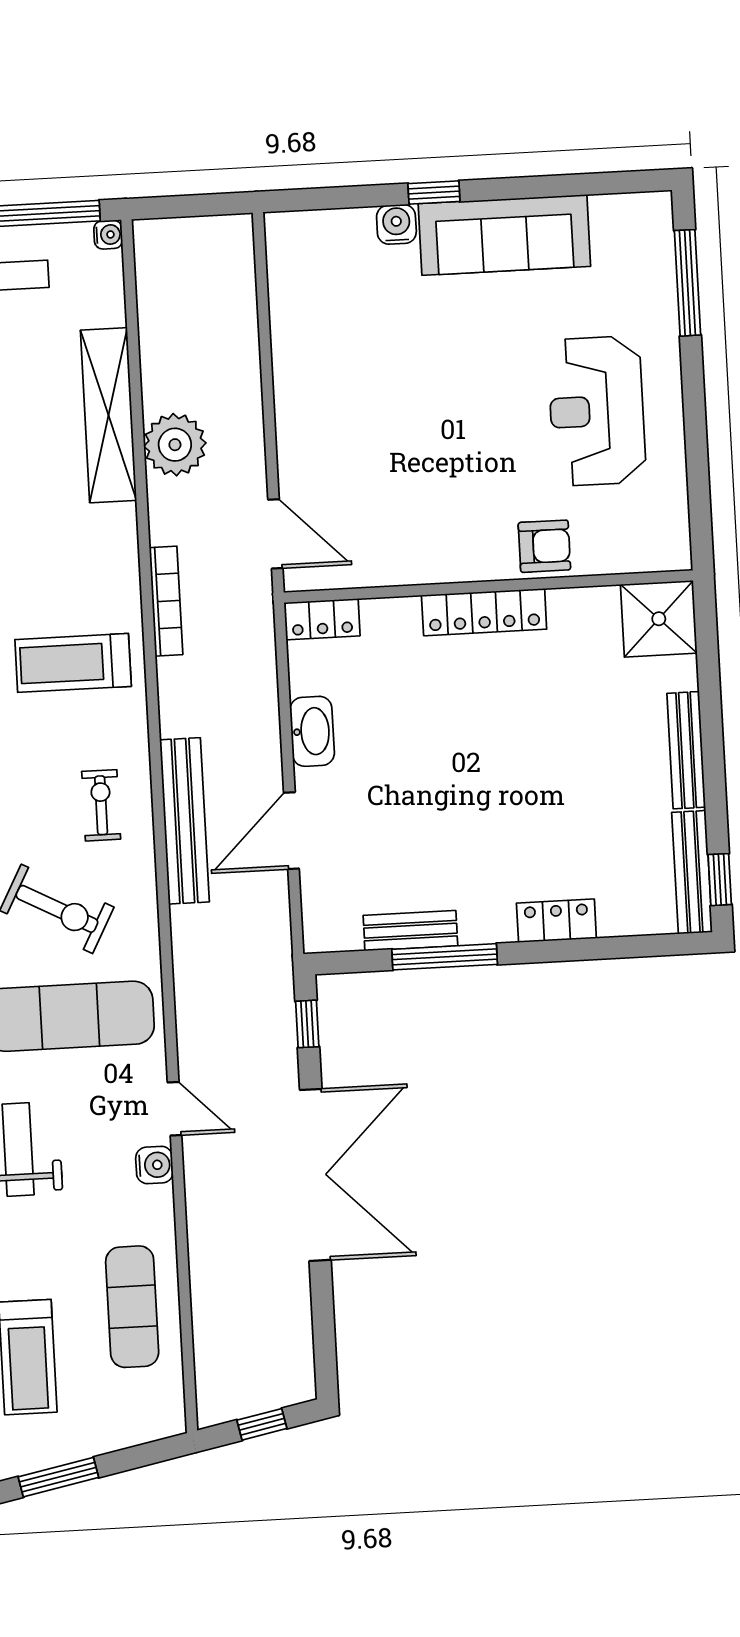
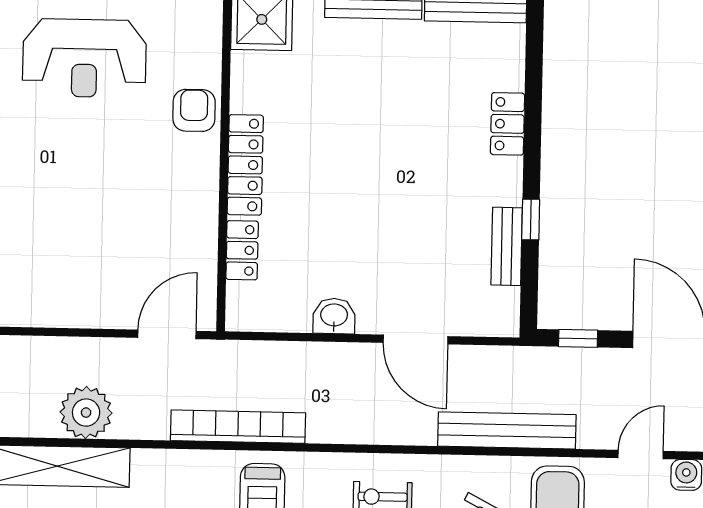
bookcase: (166, 601) -> (238, 427), width x1.48, depth x1.31
locker: (322, 619) -> (242, 250), moved
washbasin: (312, 731) -> (334, 316), width x0.72
bench: (184, 821) -> (507, 430), moved
window: (445, 957) -> (531, 219), width x0.46

